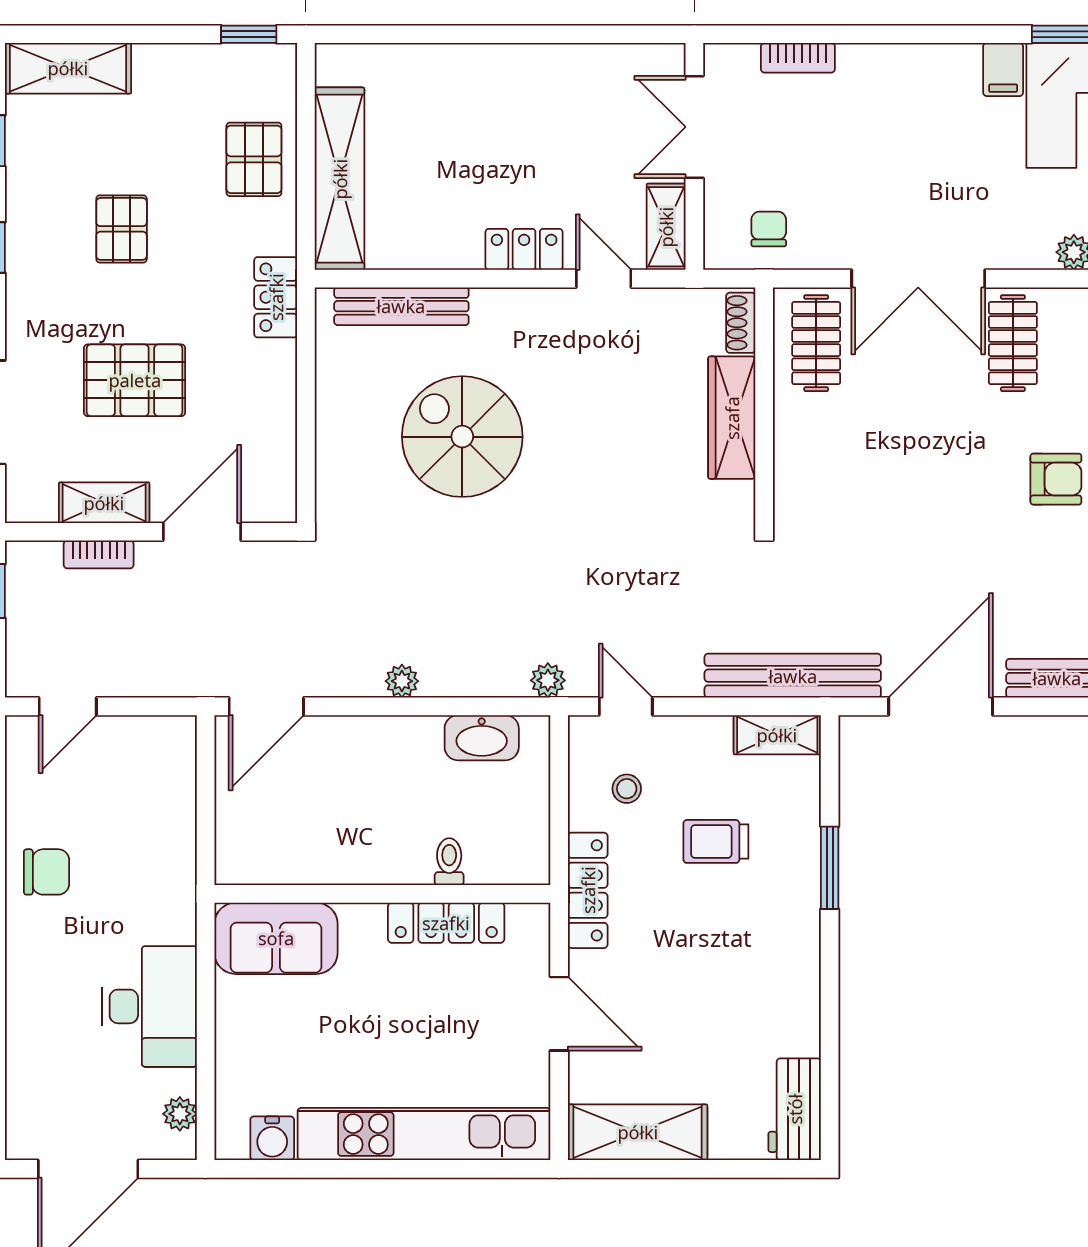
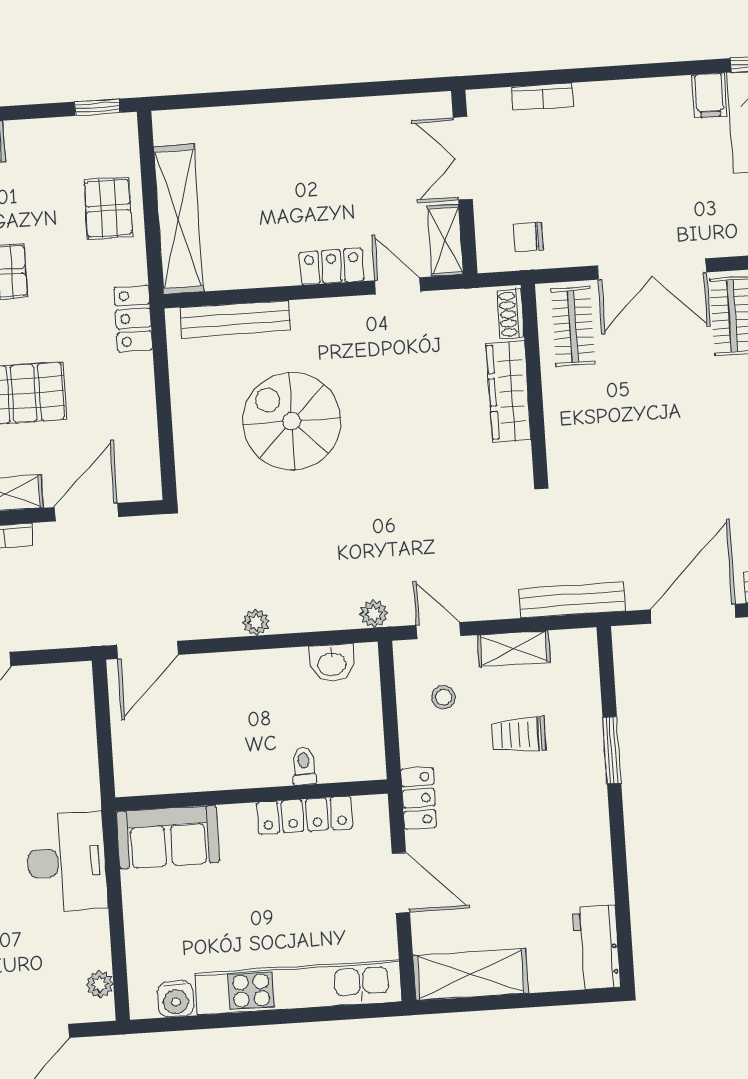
chair: (769, 229) -> (528, 237), turned -90
bench: (793, 676) -> (572, 600), width x0.73, depth x0.82
shelving: (777, 735) -> (514, 649), moved
washbasin: (482, 738) -> (332, 663), width x0.72
locker: (588, 890) -> (419, 798), width x0.66
desk: (149, 1006) -> (67, 862), moved

